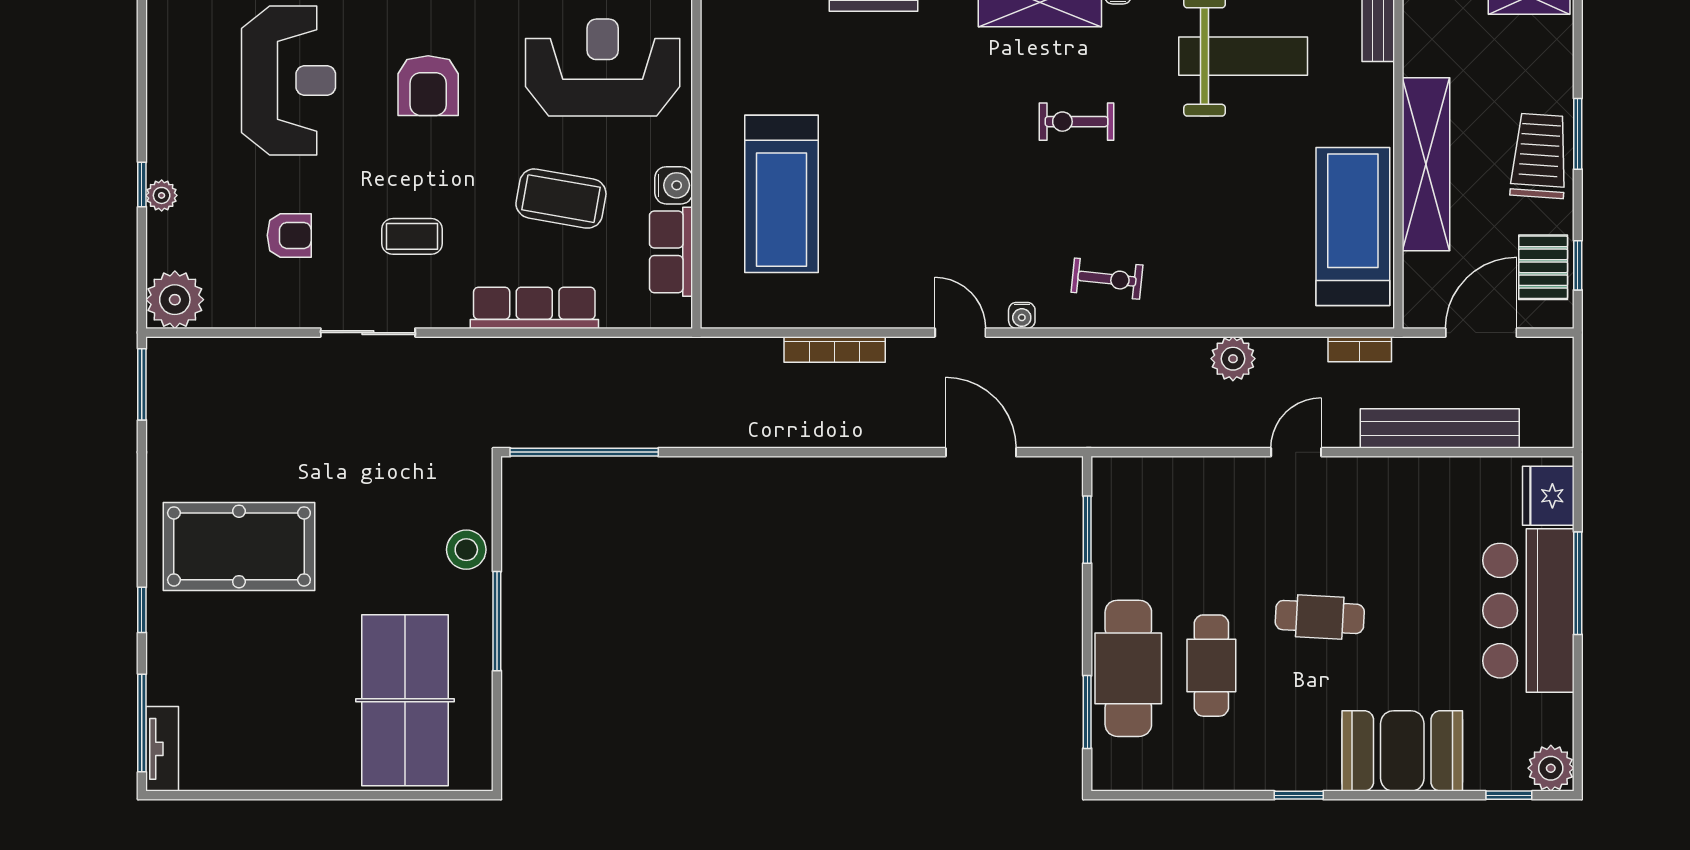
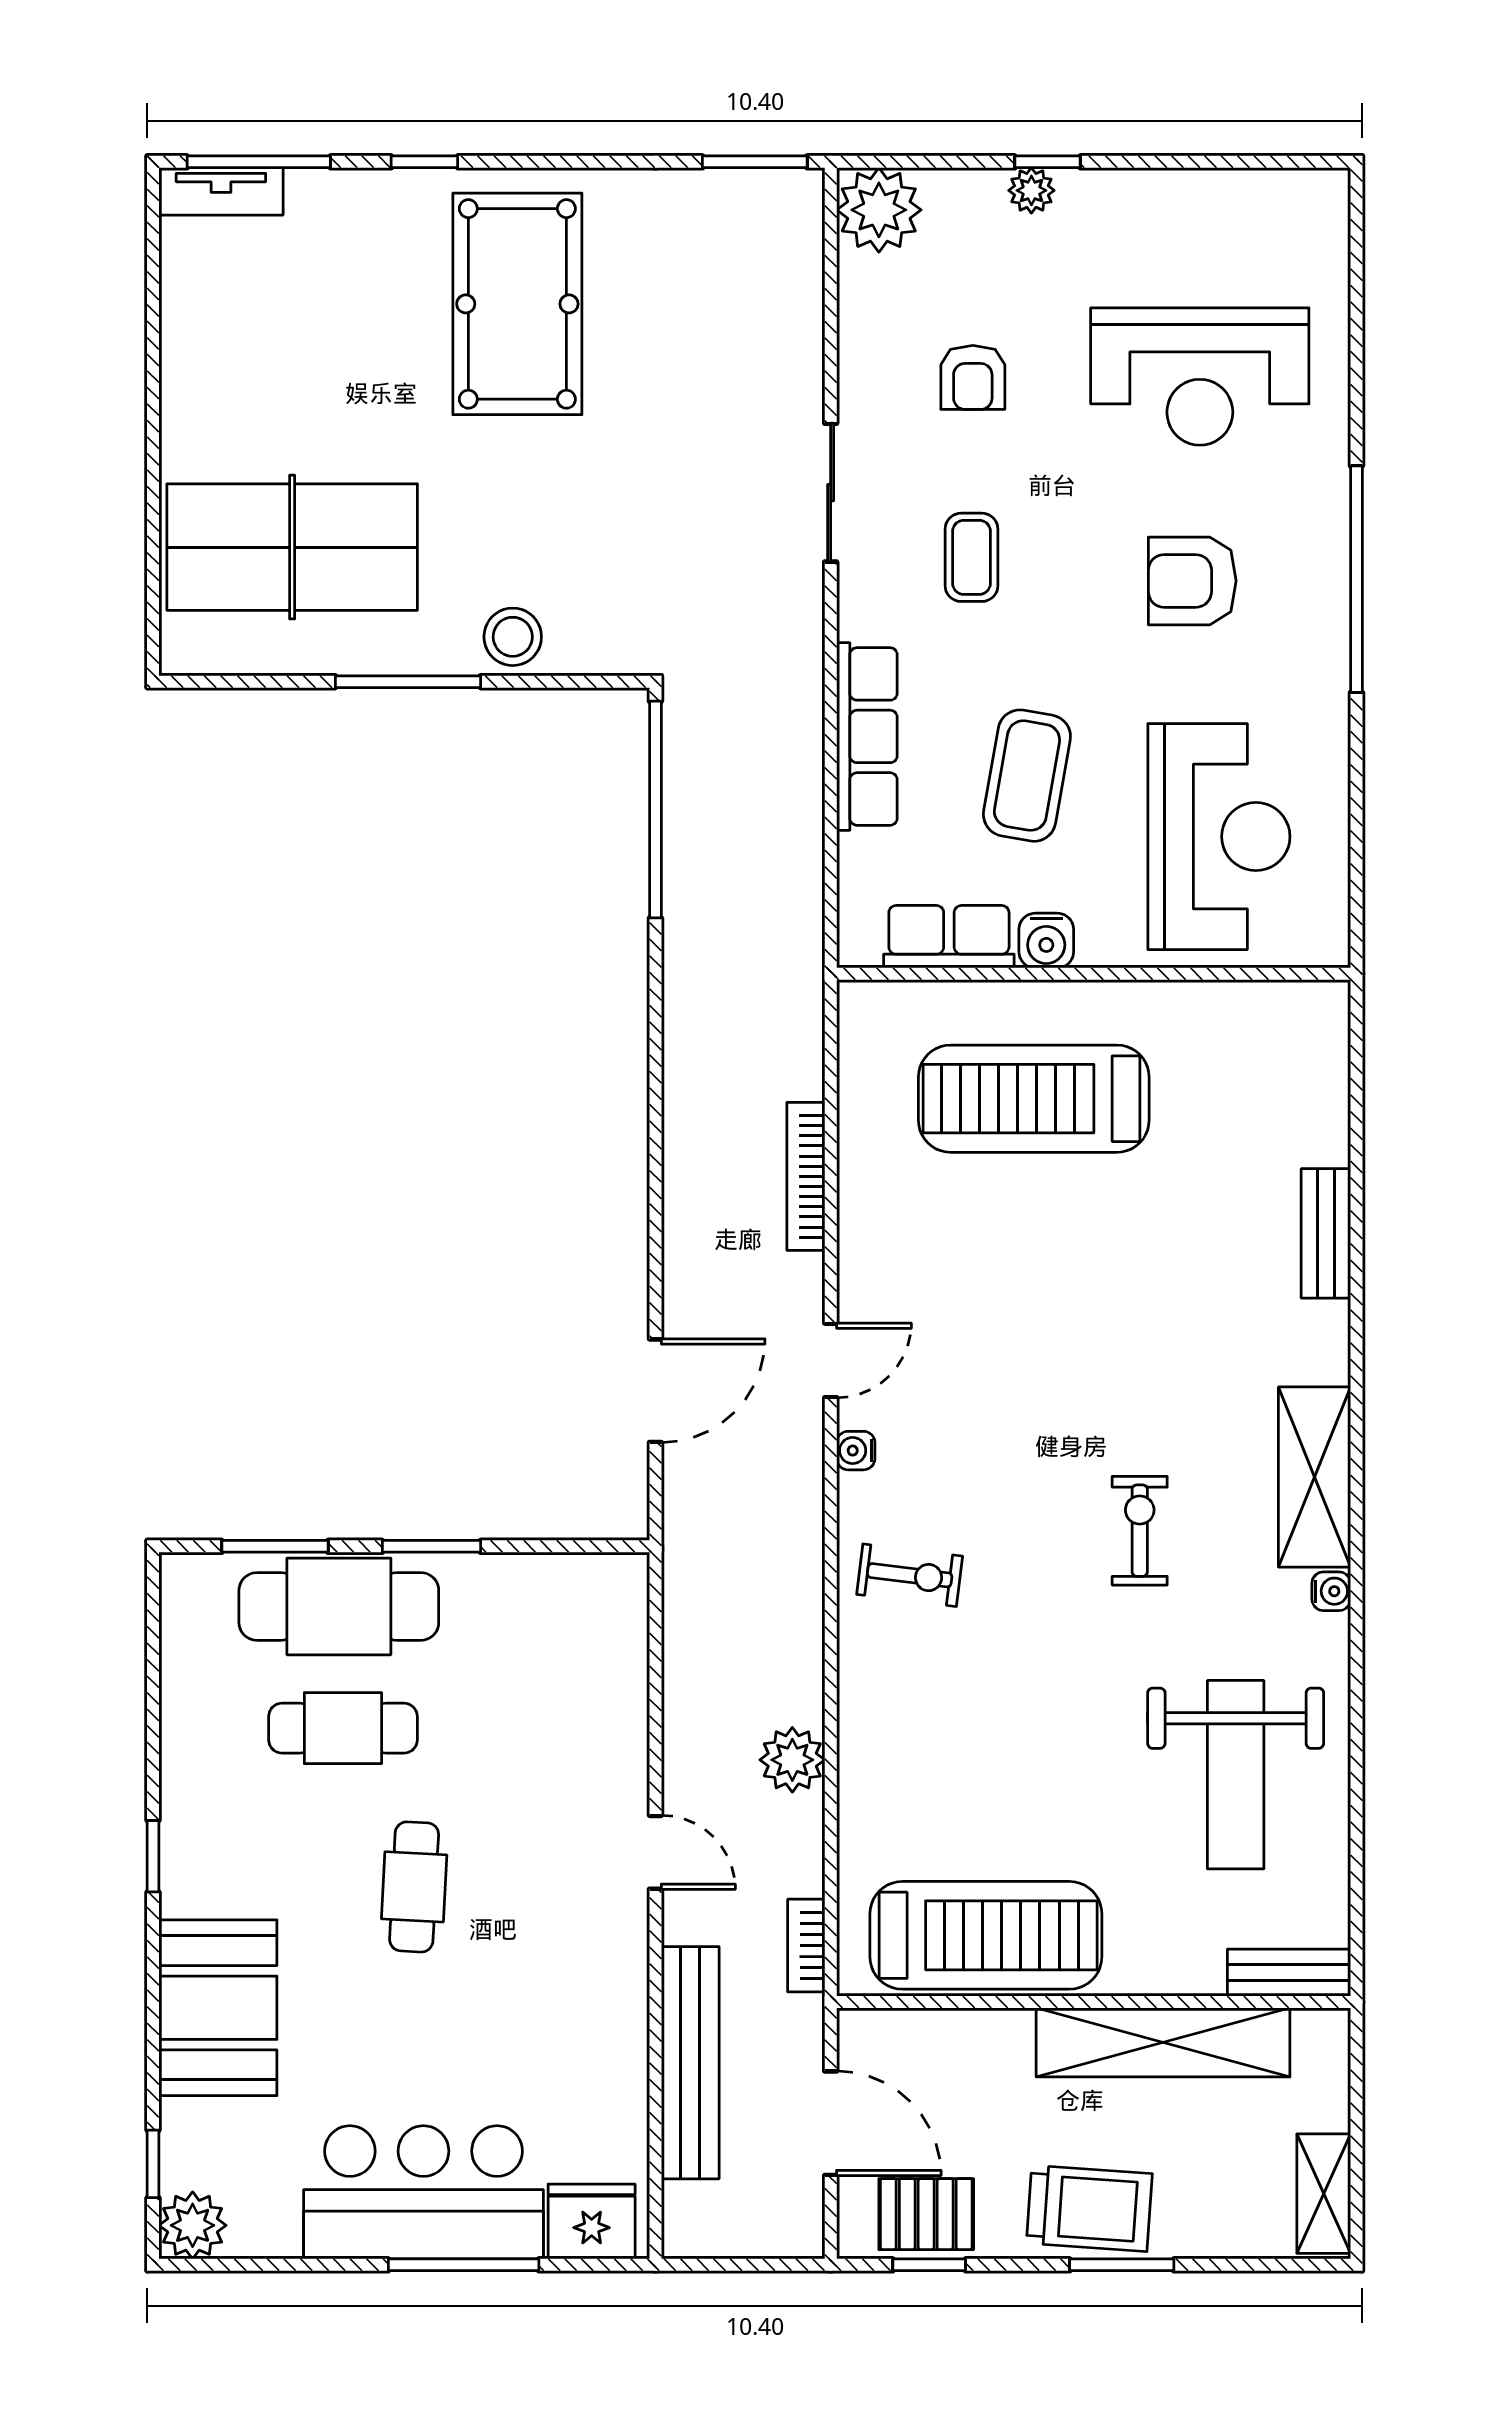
shelving: (1426, 164) -> (1163, 2042), moved
exercise bike: (1107, 279) -> (910, 1575), turned -89
window: (1087, 530) -> (431, 1546), moved

